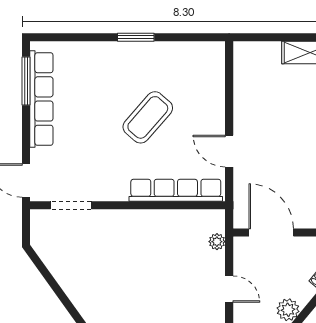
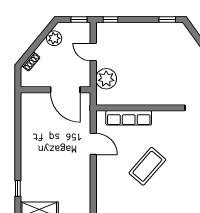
row of seats: (176, 190) -> (129, 118), width x0.73
plant: (217, 242) -> (106, 79), width x1.88, depth x1.88

